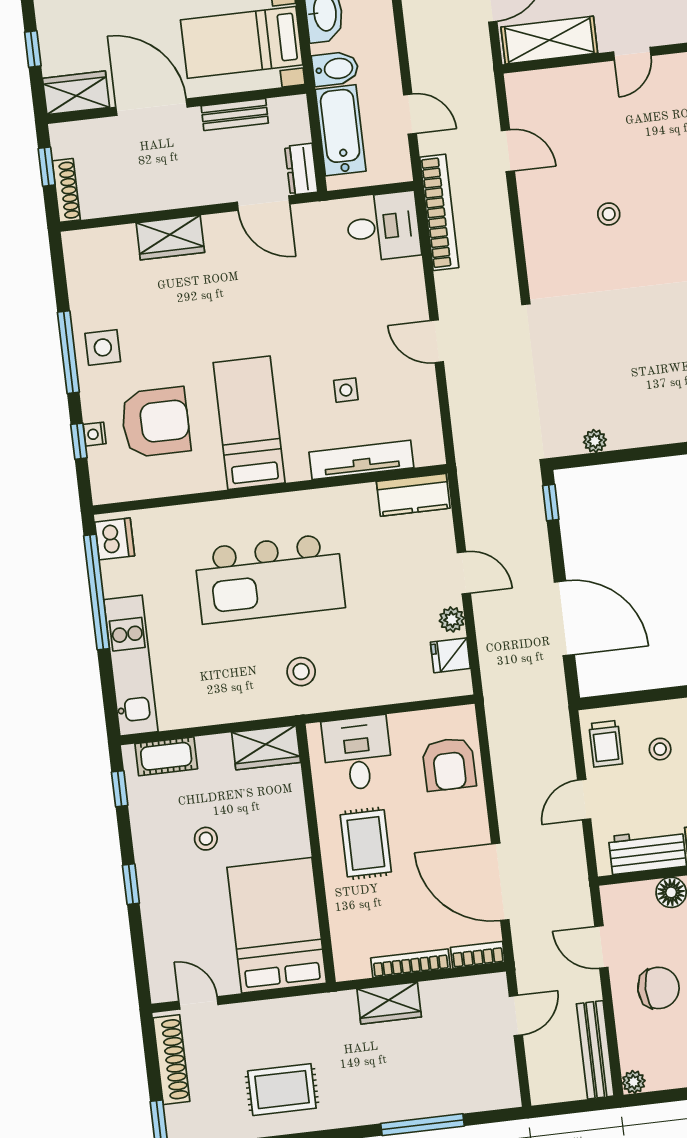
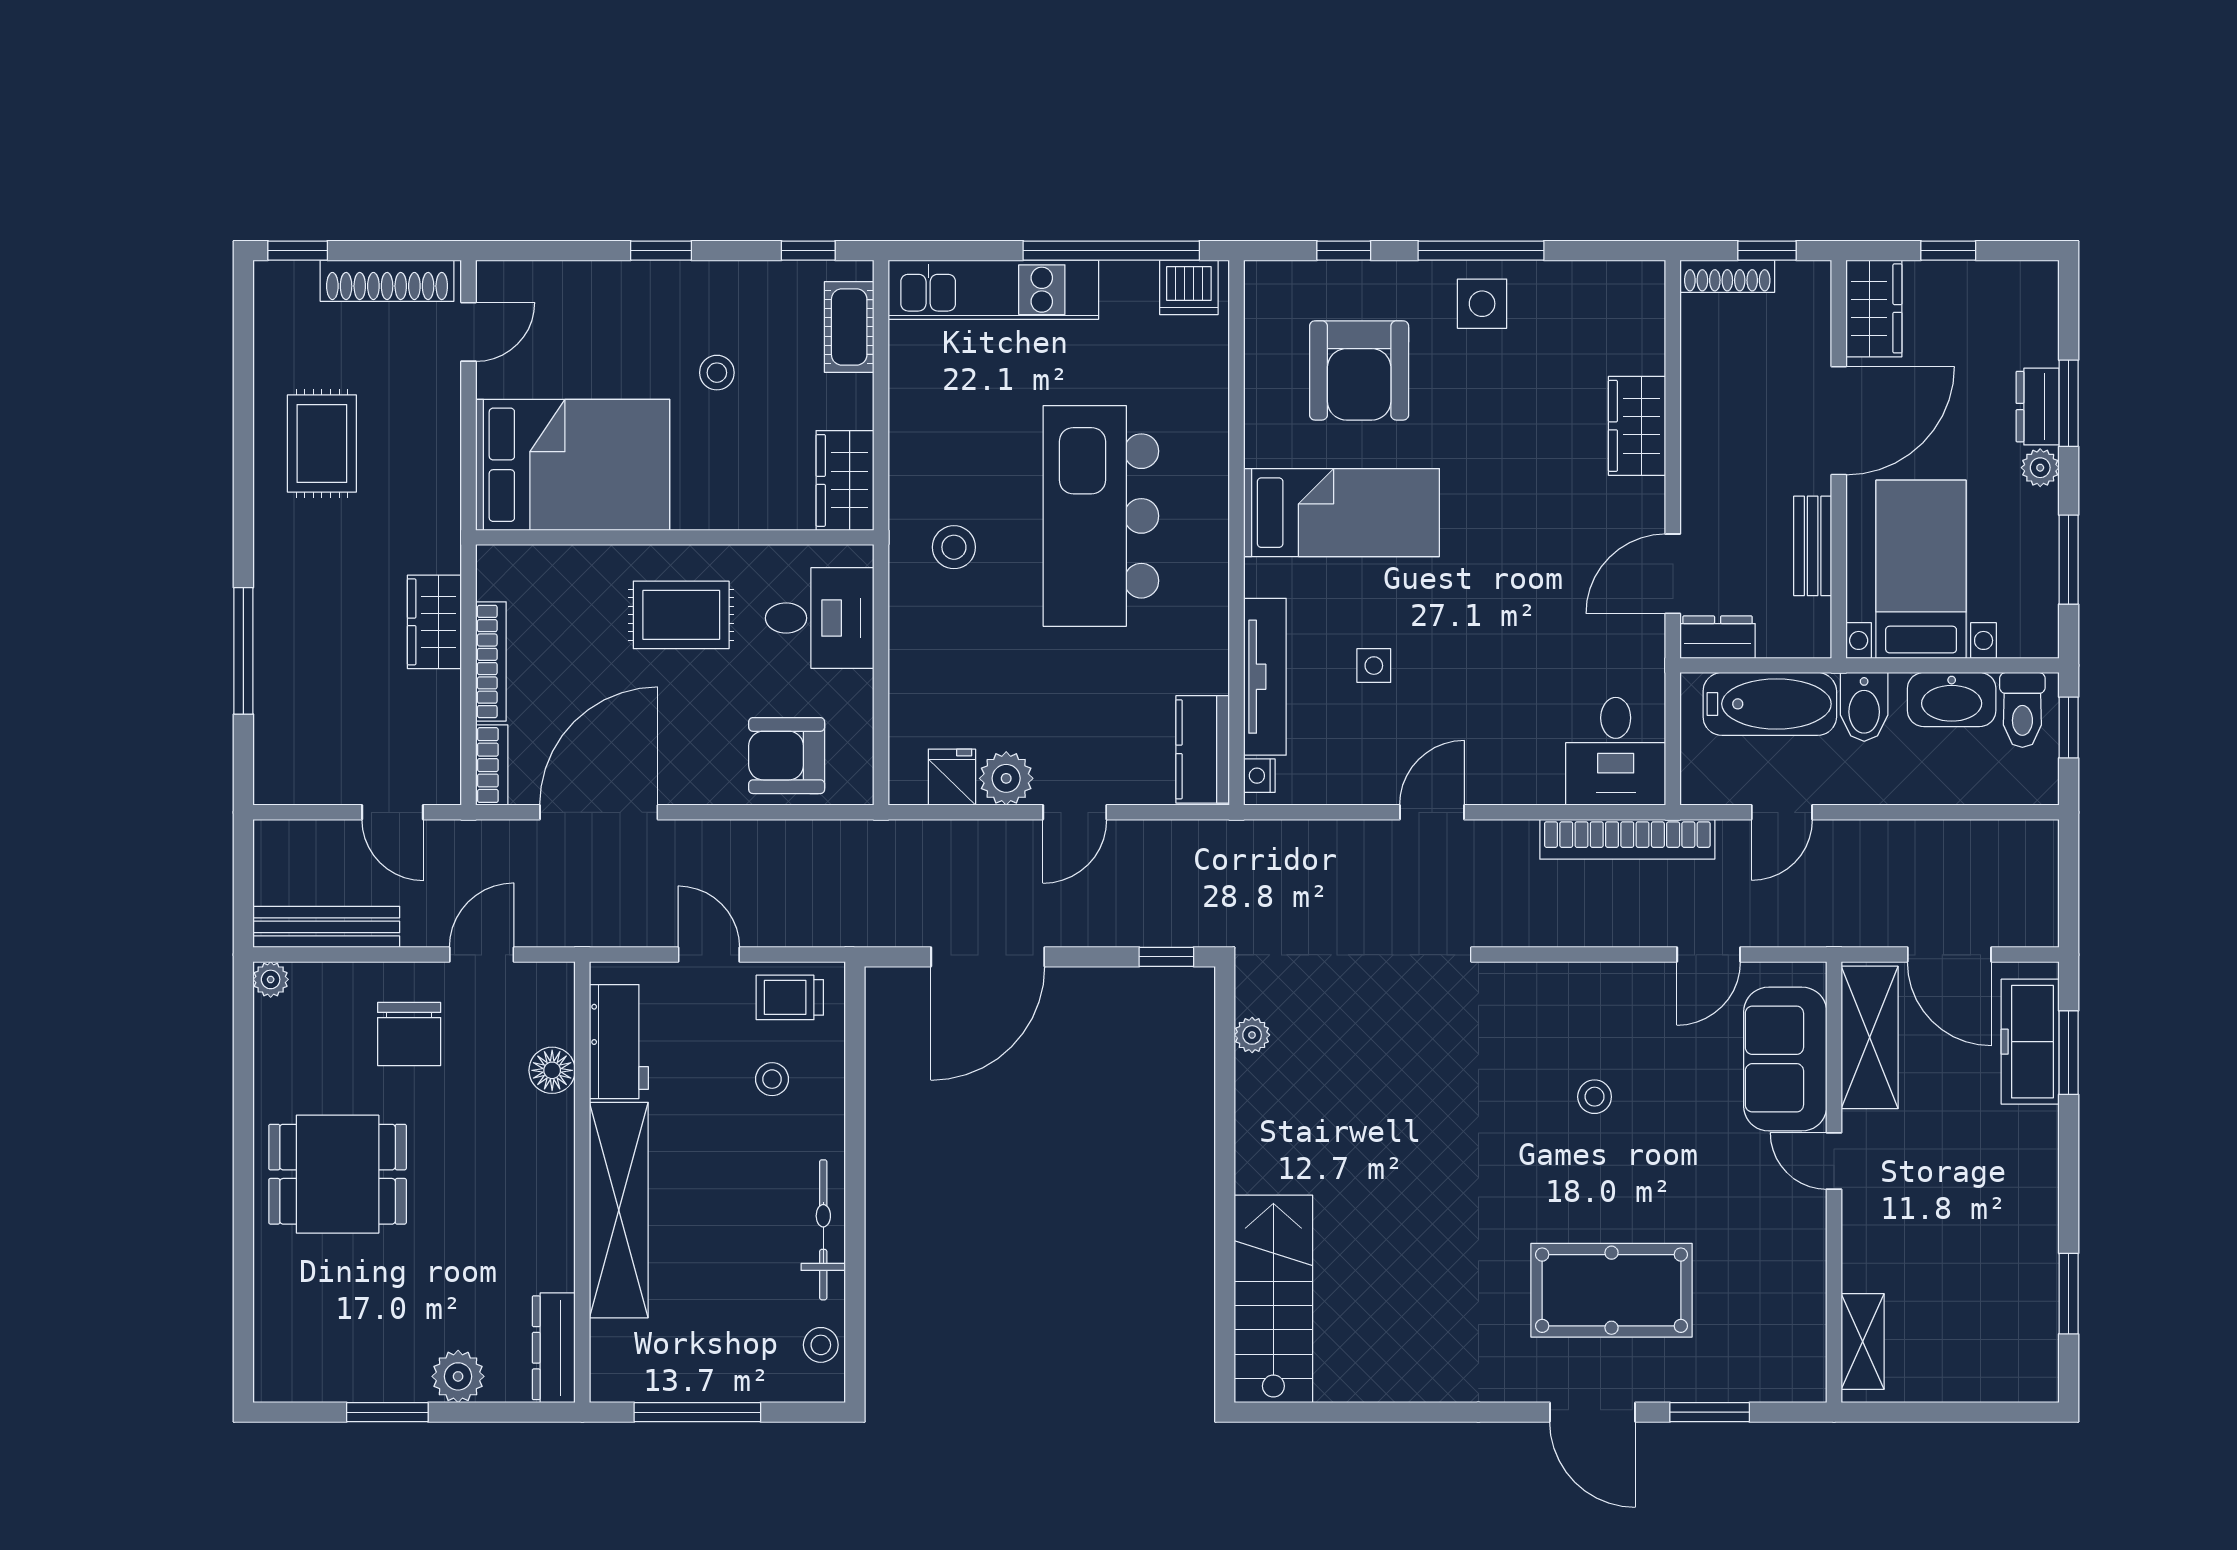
sofa: (570, 93) -> (1785, 1059), added
nightstand: (95, 434) -> (1259, 776), moved, turned -90
plant: (452, 619) -> (1006, 778), width x1.38, depth x1.38

